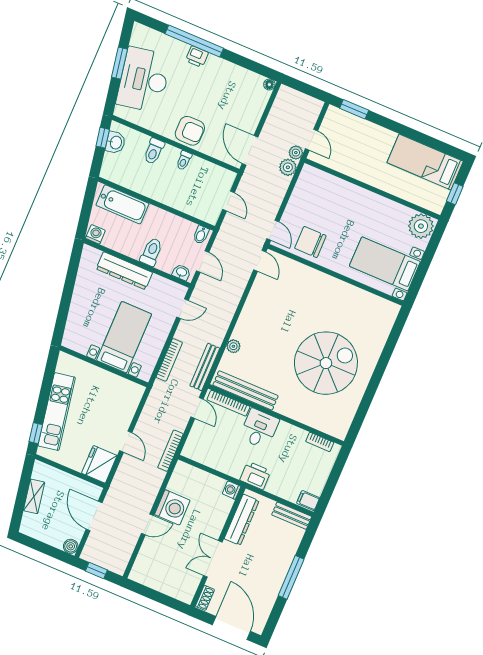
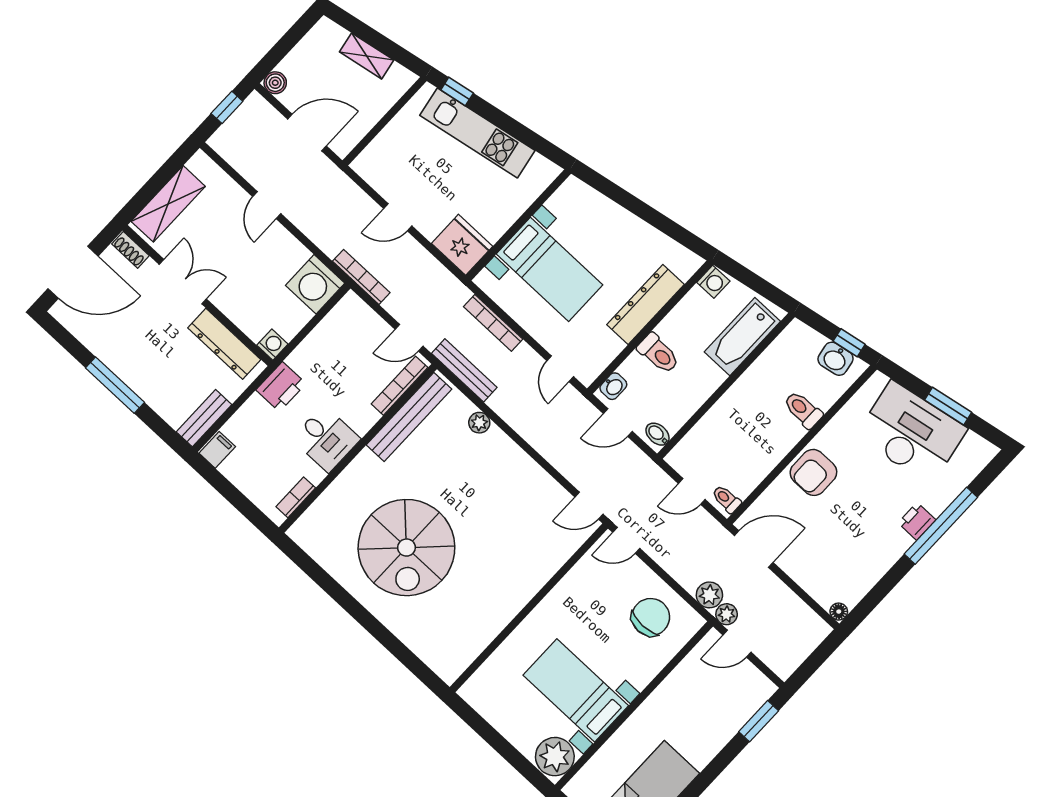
toilet: (184, 160) -> (726, 499), moved
chair: (310, 242) -> (651, 617), moved
bed with nightstands: (385, 264) -> (576, 690), moved, turned -90
desk: (259, 429) -> (326, 439), moved
fridge: (99, 464) -> (462, 245), moved
washing machine: (172, 507) -> (315, 284), moved
shelving: (168, 585) -> (168, 204), added

